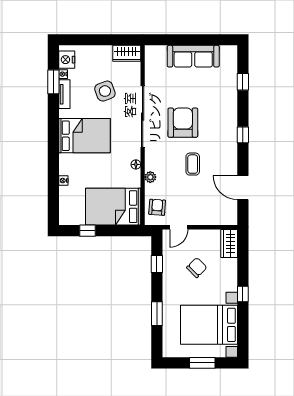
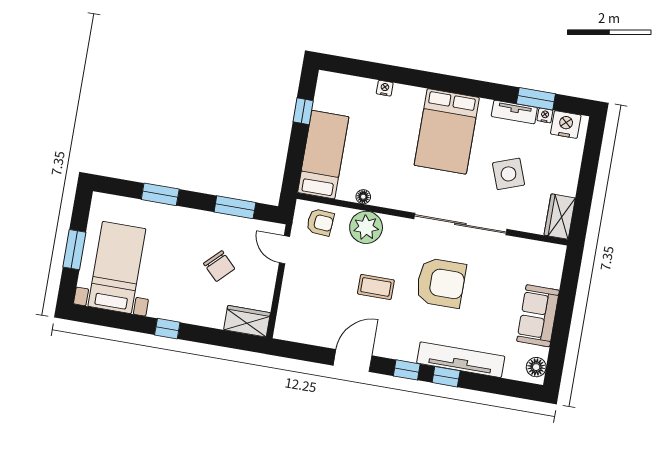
floor lamp: (227, 52) -> (536, 367), added
sofa: (193, 56) -> (538, 316), width x0.73
window: (243, 82) -> (446, 377), moved
tv unit: (230, 101) -> (461, 360), added
floor lamp: (136, 164) -> (363, 197), moved
plant: (150, 177) -> (366, 227), width x1.88, depth x1.88
door: (243, 188) -> (353, 361), moved
bed: (113, 207) -> (323, 155), width x0.67
window: (157, 264) -> (235, 207), width x1.50
bed with nightstands: (209, 325) -> (117, 267), width x0.73

